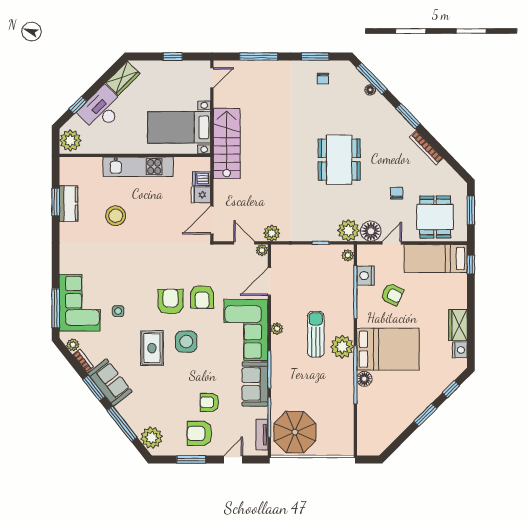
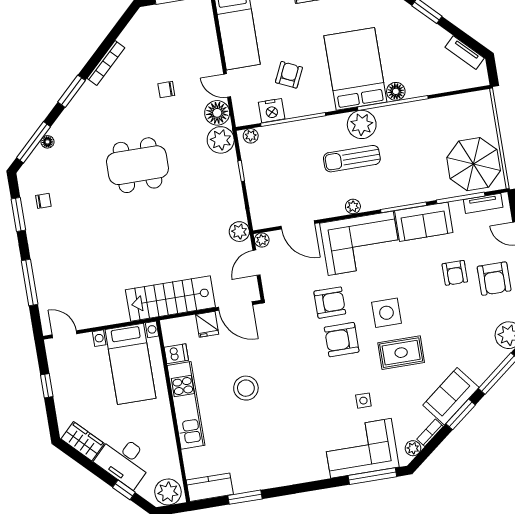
stairs: (227, 143) -> (170, 298), moved
dishwasher: (201, 179) -> (176, 354), moved, turned -90
kitchen counter: (69, 204) -> (210, 487), moved
stool: (116, 216) -> (246, 388), moved
dining table: (435, 217) -> (187, 39), removed
tv unit: (387, 440) -> (465, 53), added

